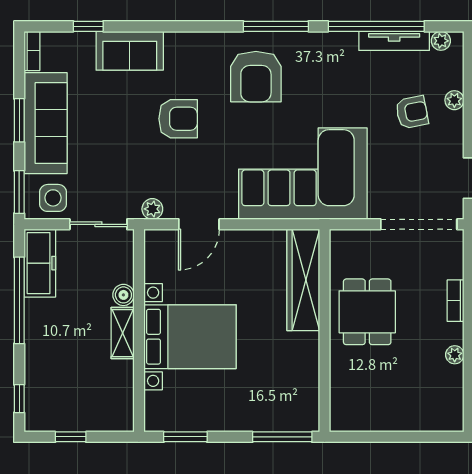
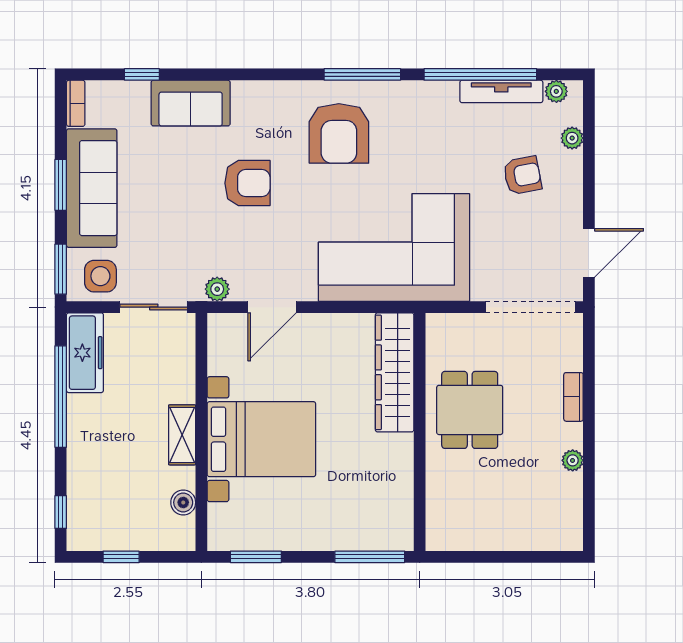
plant: (454, 100) -> (572, 138), moved
boiler: (123, 295) -> (183, 502), moved

